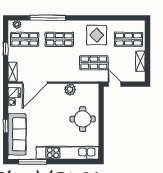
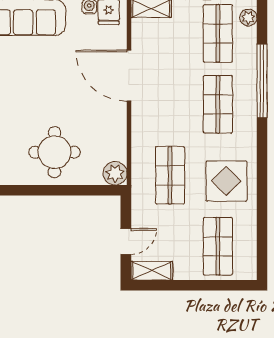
shelving: (140, 61) -> (152, 271), moved
door: (35, 83) -> (129, 76), moved
door: (115, 84) -> (126, 241), moved
plant: (70, 89) -> (115, 173), moved

